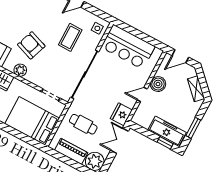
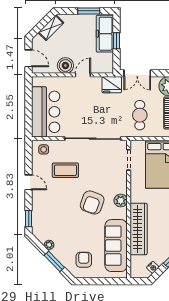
door: (142, 95) -> (83, 75), swing flipped
window: (165, 143) -> (117, 41), moved

